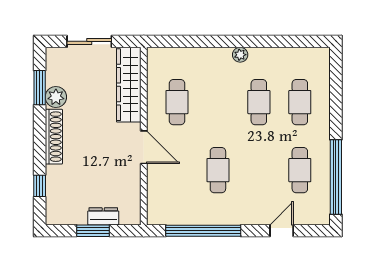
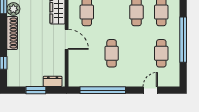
window: (336, 177) -> (183, 40), moved
dresser: (103, 216) -> (53, 81), moved

